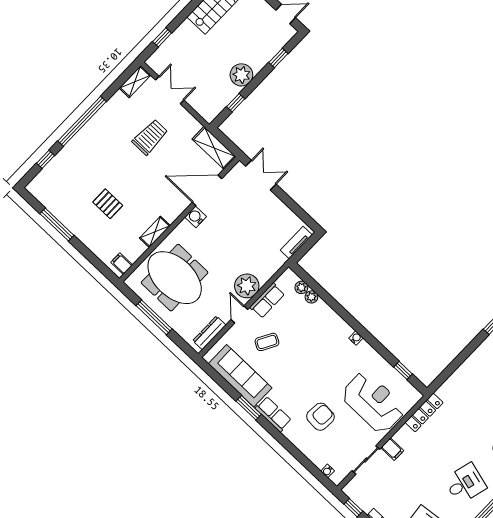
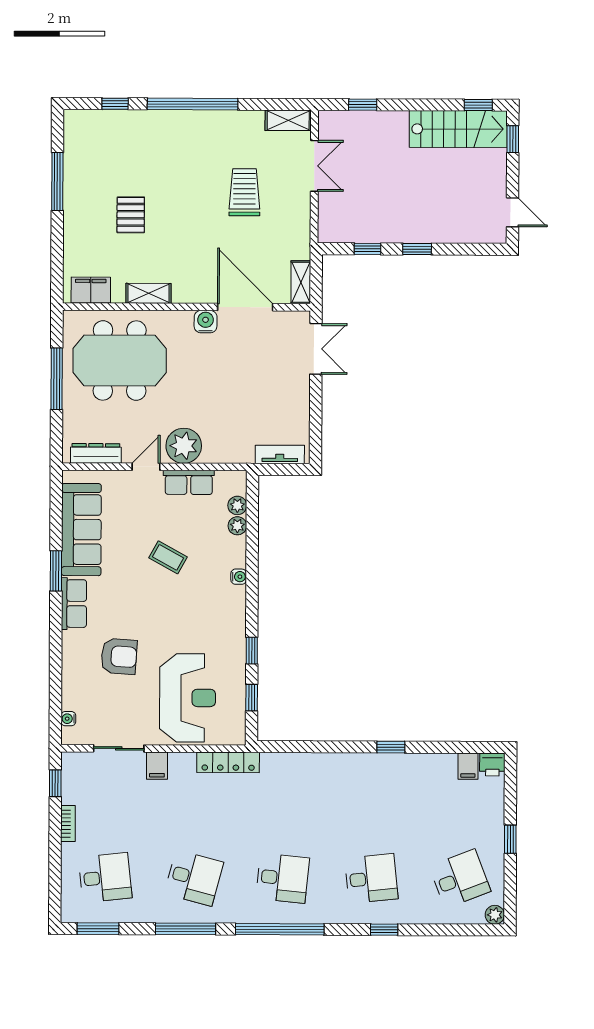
window: (278, 58) -> (417, 249), moved
plant: (241, 75) -> (403, 227), removed
trolley: (150, 137) -> (244, 192), turned -90
shelving: (214, 148) -> (301, 282), width x0.67, depth x0.75
filing cabinet: (122, 264) -> (91, 290), width x2.00
meeting table: (175, 278) -> (120, 361), turned 90
water cooler: (356, 338) -> (239, 577), moved
coffee table: (267, 342) -> (168, 557), moved
window: (380, 348) -> (252, 651), added

